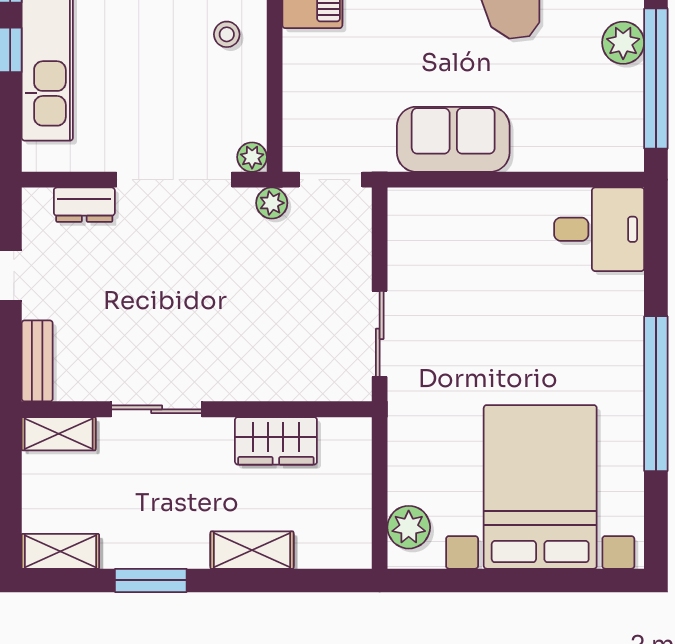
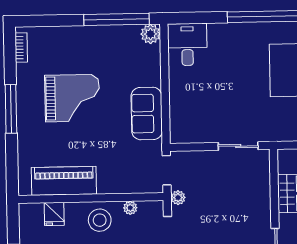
stool: (227, 34) -> (100, 220), width x1.89, depth x1.89
plant: (623, 43) -> (151, 34), moved
plant: (252, 157) -> (130, 208), moved

